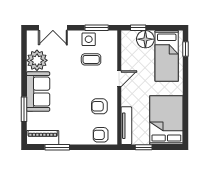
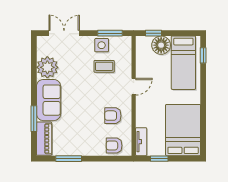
double door: (53, 28) -> (64, 33), swing flipped
tv unit: (126, 126) -> (141, 142), width x0.71
piano: (43, 138) -> (44, 139), moved, turned 90

